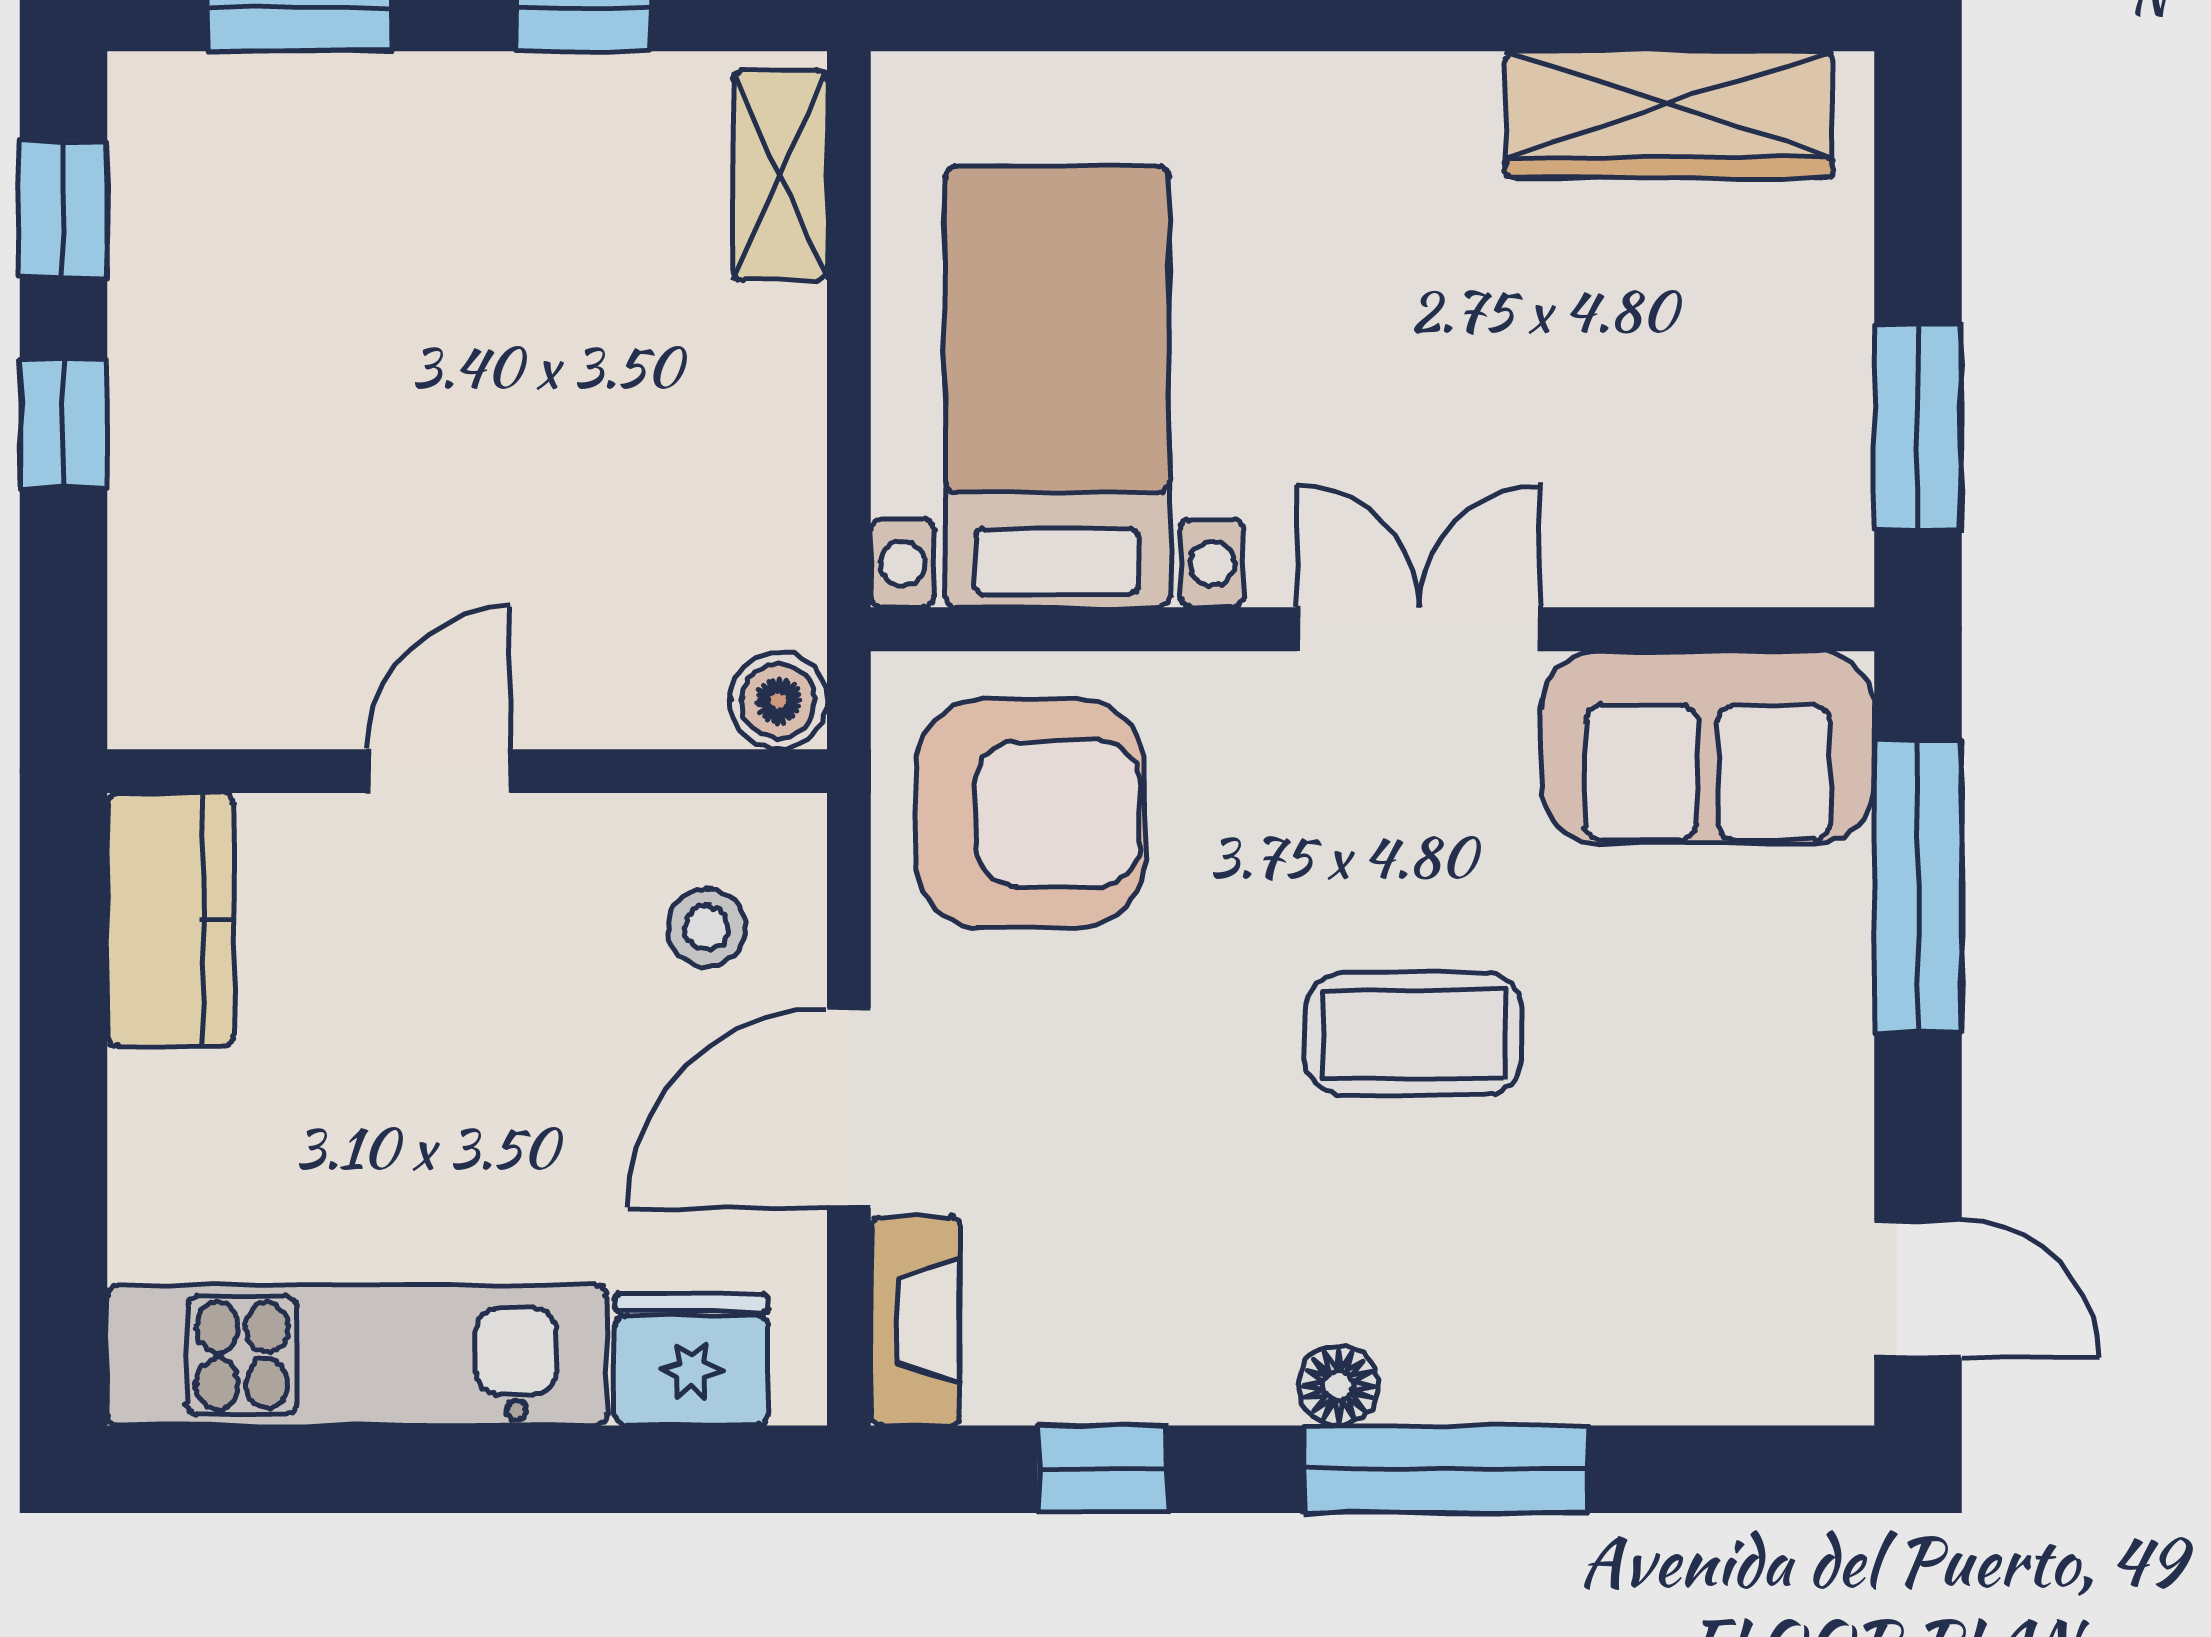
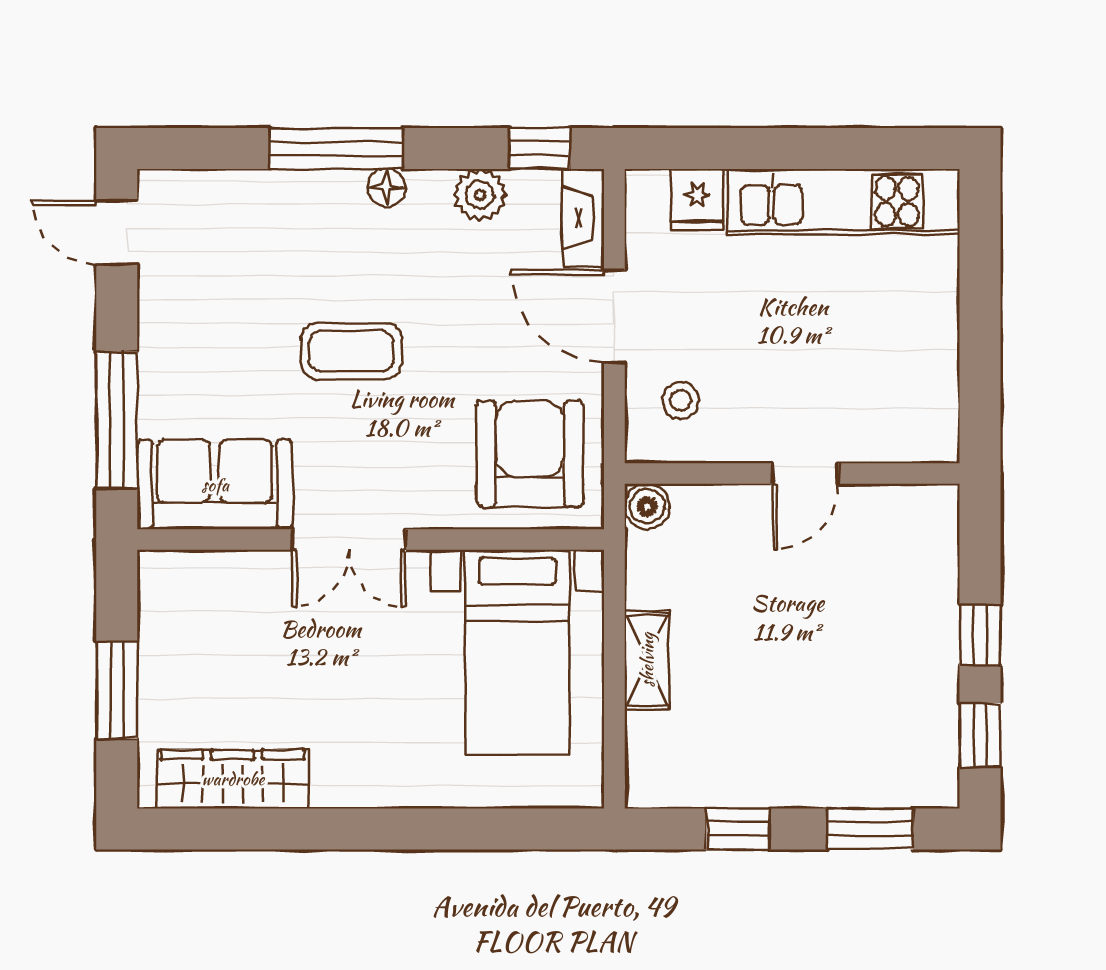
shelving: (780, 175) -> (647, 660), moved
window: (1918, 427) -> (117, 690), moved
armchair: (1030, 813) -> (530, 454), turned 90
kitchen counter: (170, 920) -> (930, 404), removed
door: (849, 1108) -> (614, 317), swing flipped
fridge: (692, 1360) -> (697, 199), width x0.72
plant: (1138, 1370) -> (480, 195), added
window: (1103, 1469) -> (539, 148), moved

